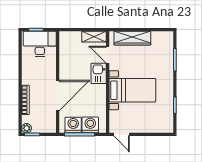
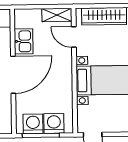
kitchen sink: (99, 73) -> (24, 41), moved, turned 180
door: (58, 96) -> (13, 75), moved

